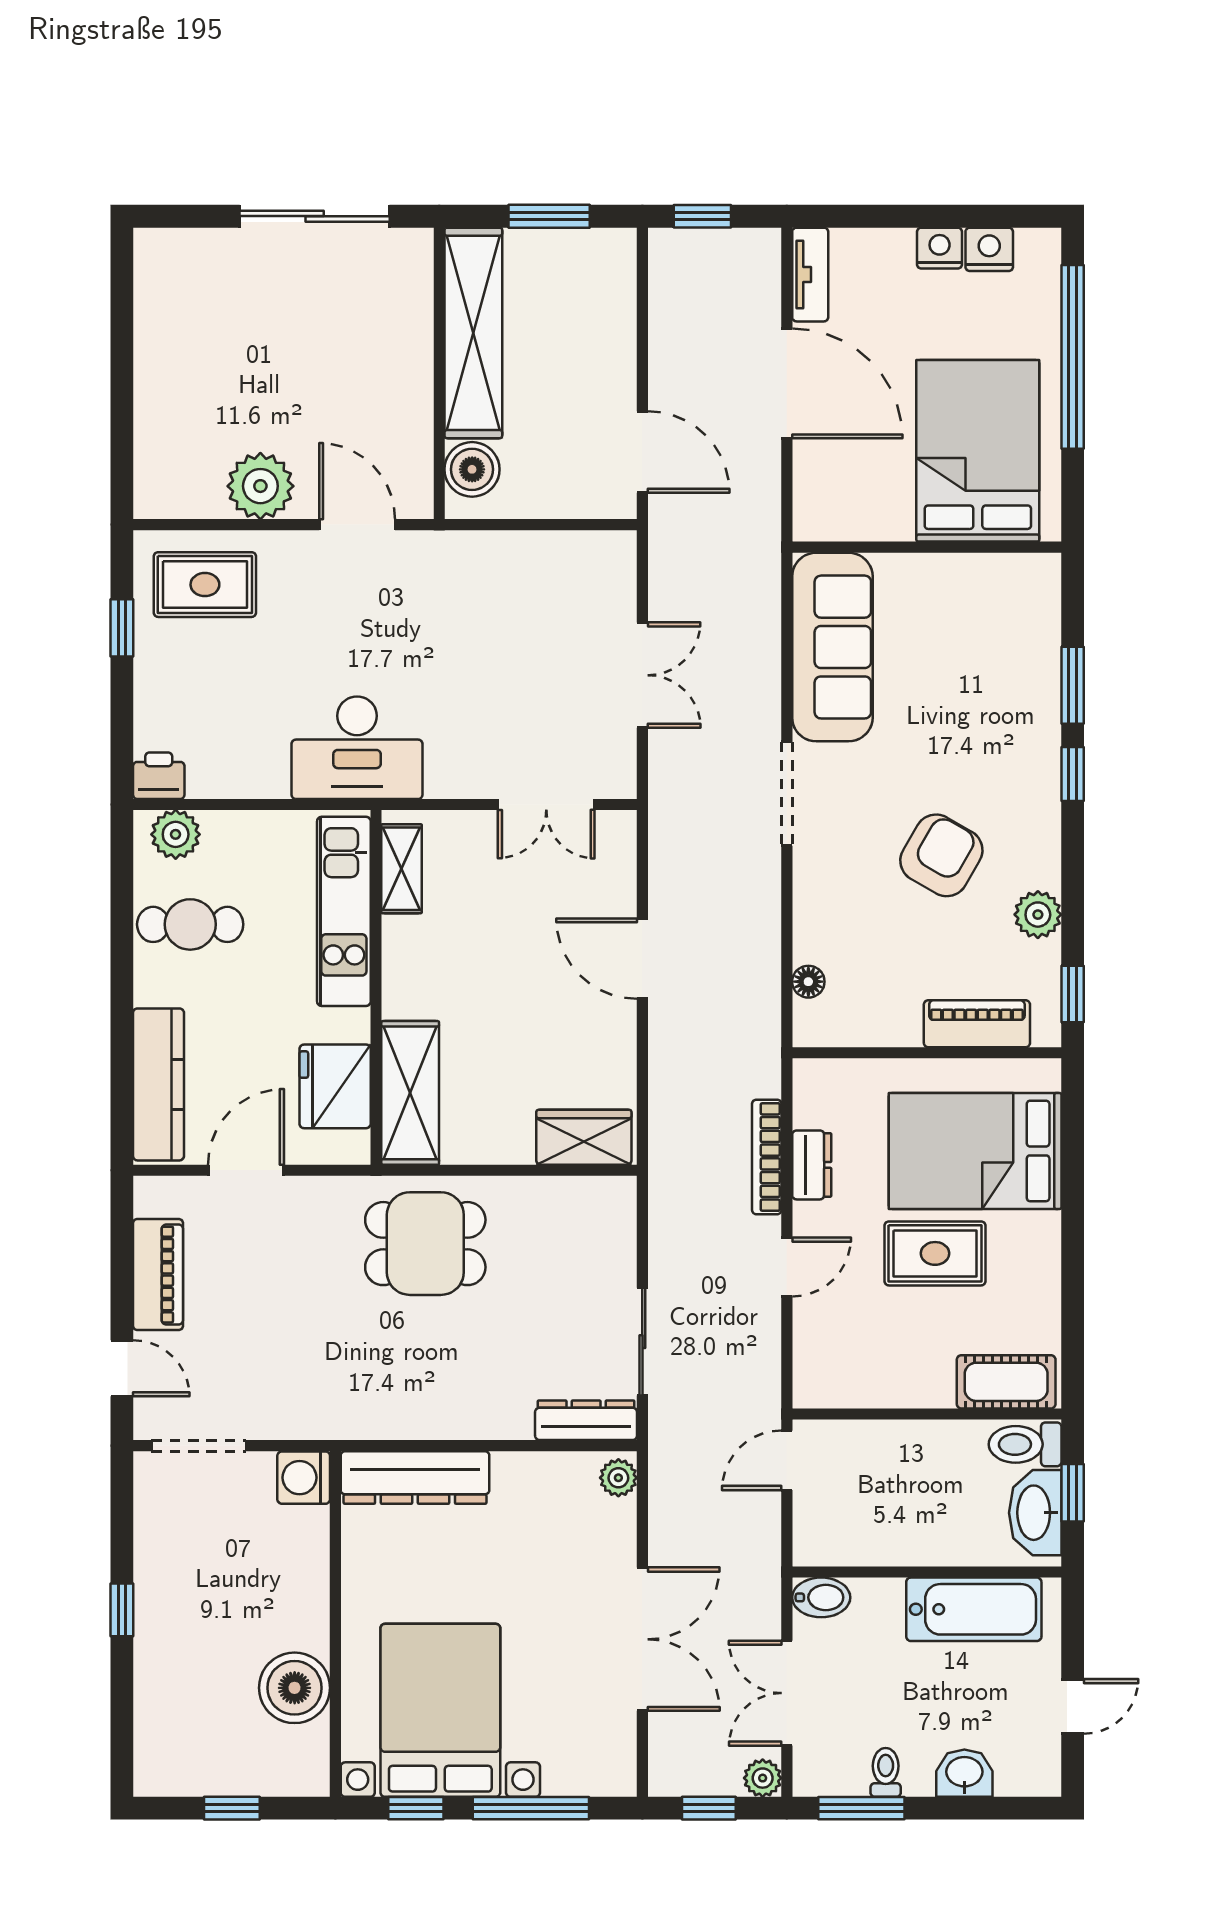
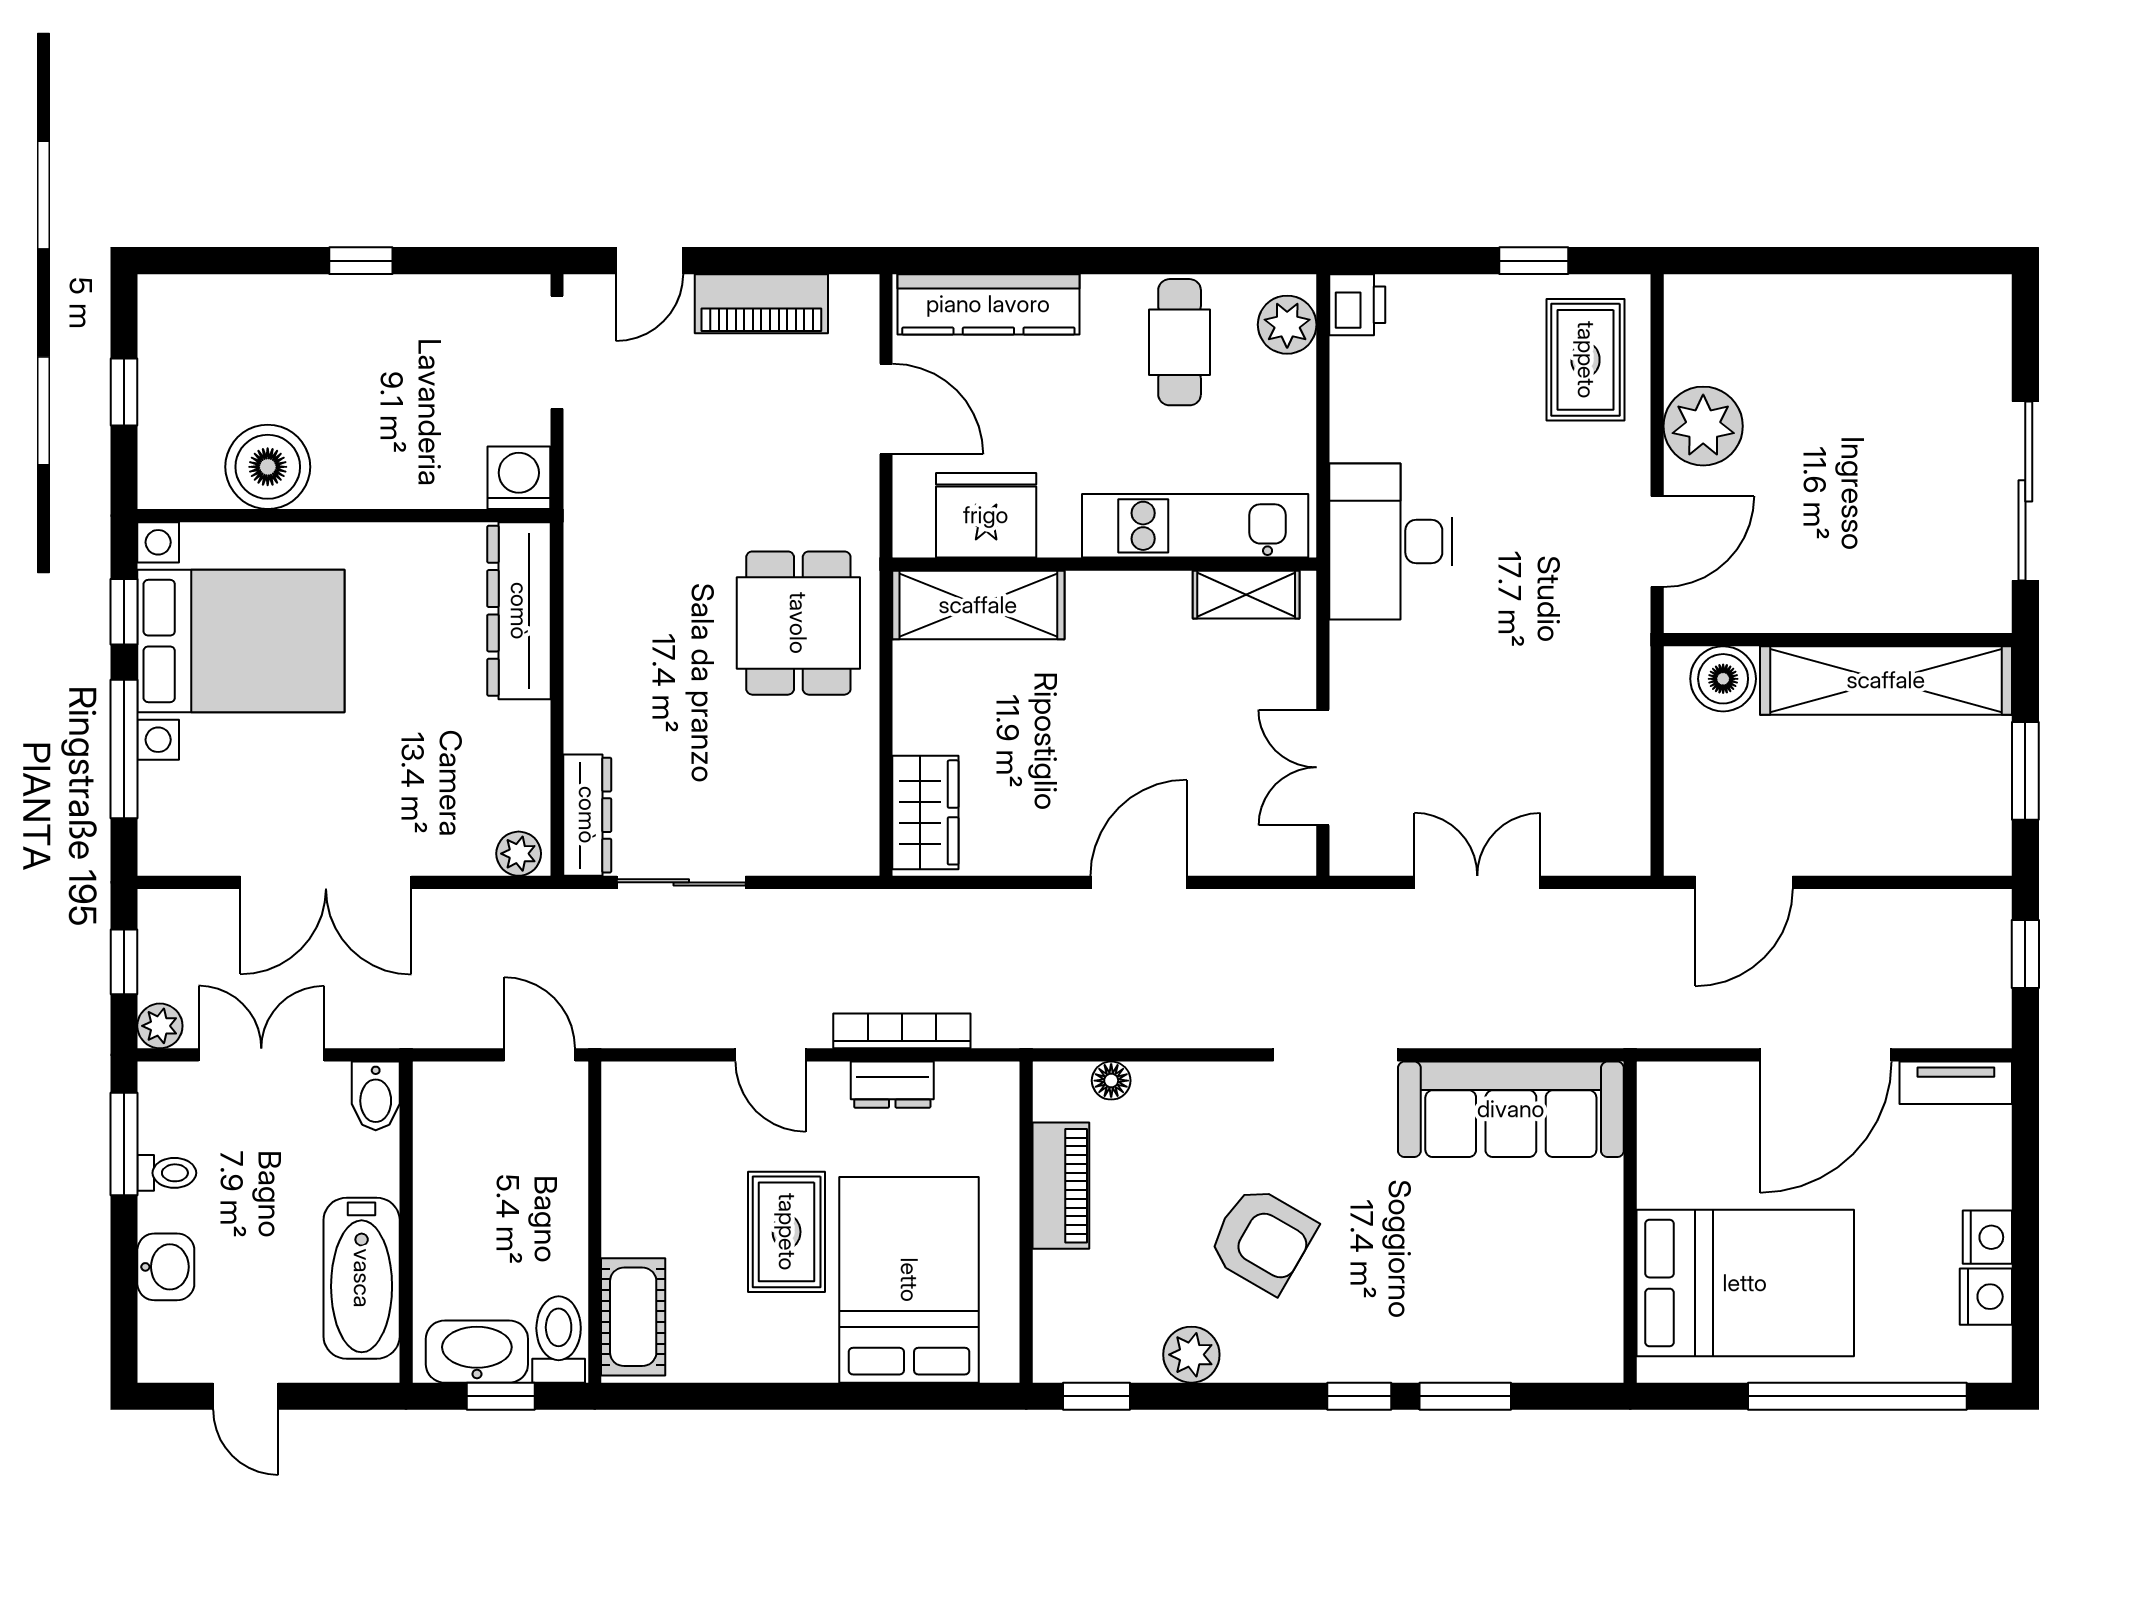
double door: (642, 675) -> (1477, 882), swing flipped
piano: (977, 1024) -> (1061, 1186), moved

